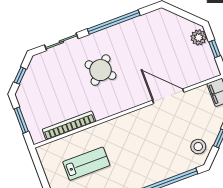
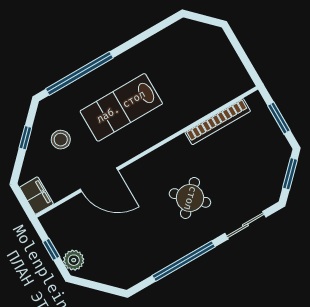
window: (20, 76) -> (290, 174), width x1.50
stool: (198, 147) -> (61, 140), moved
lab bench: (86, 164) -> (121, 107), moved, width x1.36, depth x1.39

